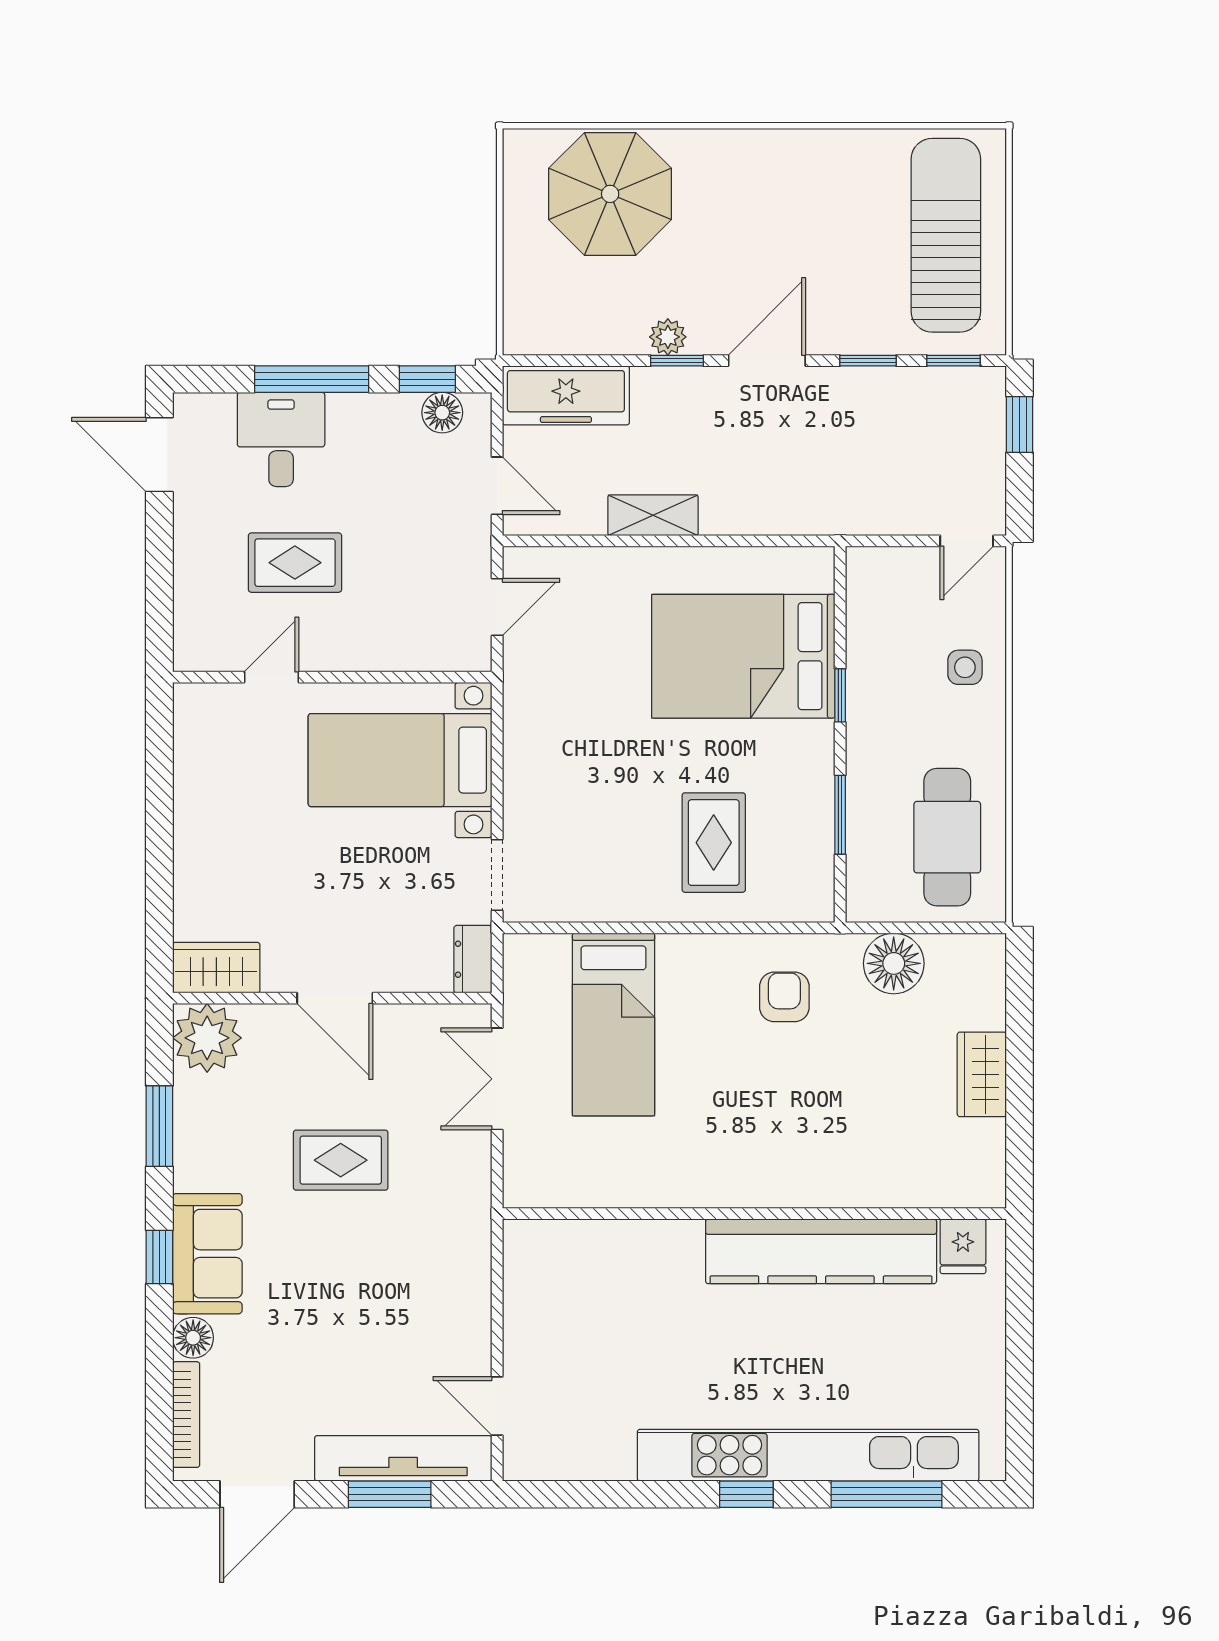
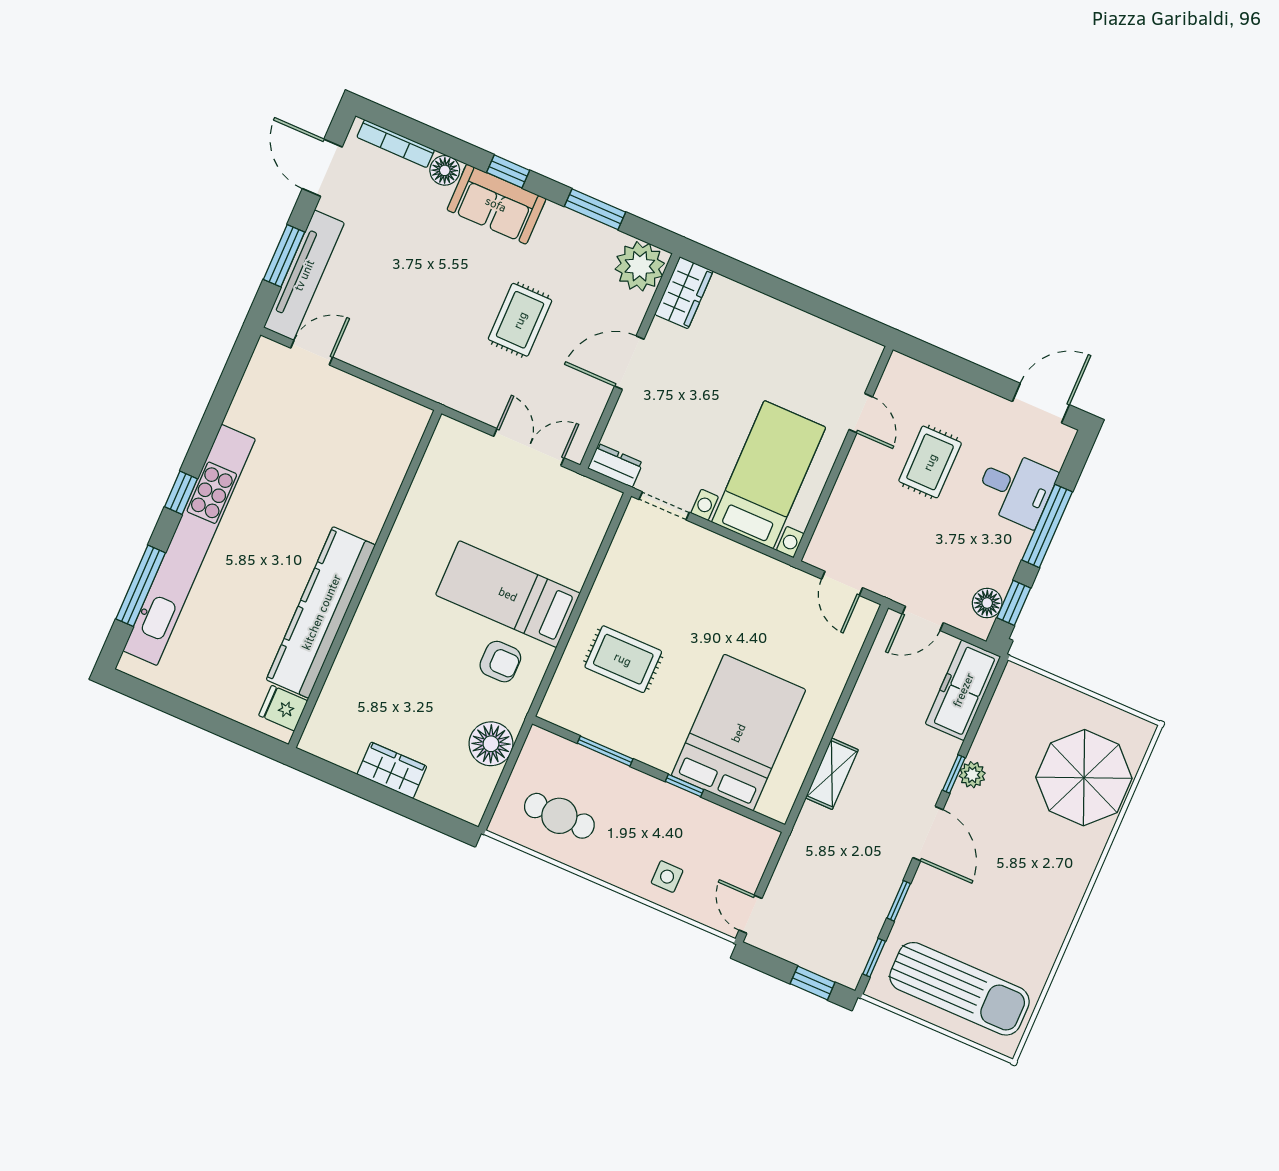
shelving: (653, 515) -> (832, 774), moved
cafe table: (947, 837) -> (559, 816), width x0.73, depth x0.74
bed: (614, 1025) -> (508, 594), moved

